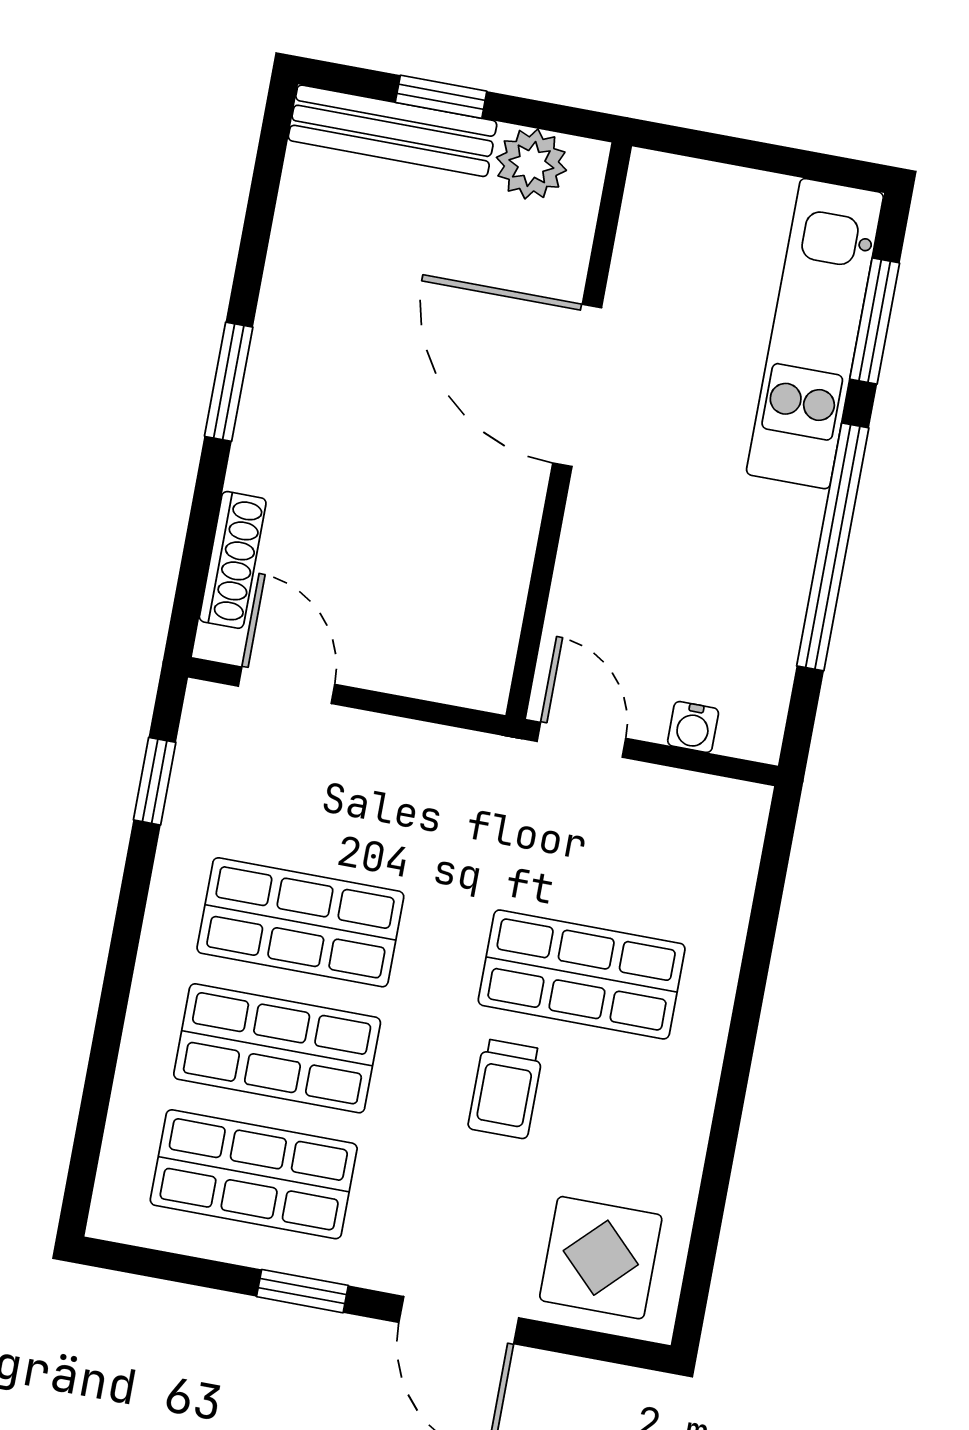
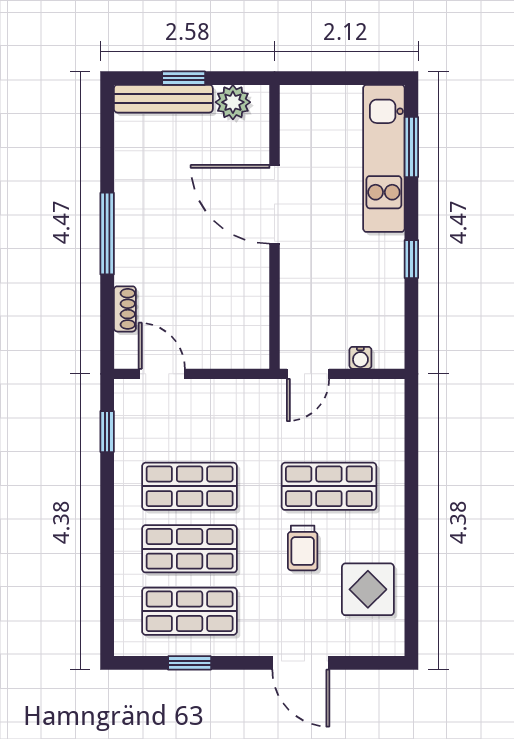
window: (229, 382) -> (107, 234), width x1.44
window: (833, 547) -> (411, 259), width x0.32
shoe rack: (233, 560) -> (125, 309), width x0.70
door: (581, 740) -> (308, 374), swing flipped
display table: (601, 1258) -> (368, 589), moved
window: (302, 1291) -> (190, 663), moved

